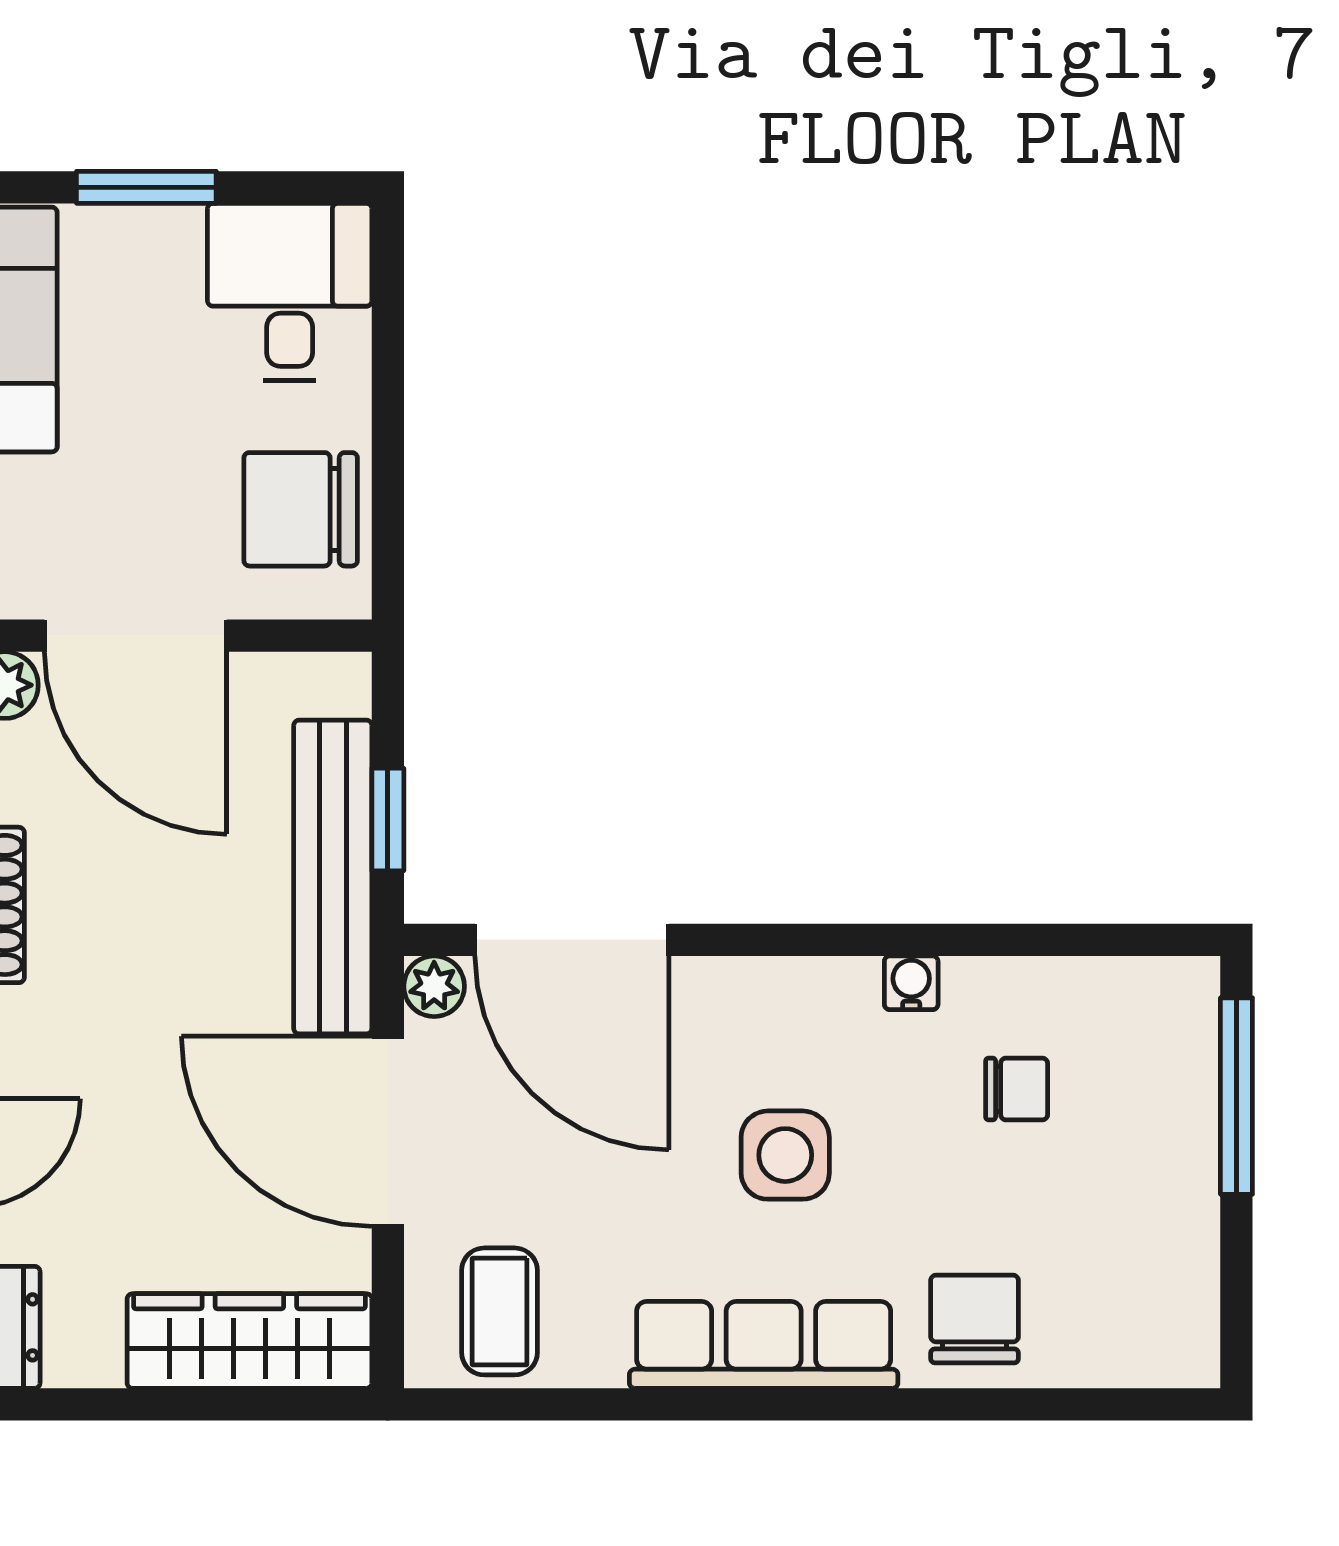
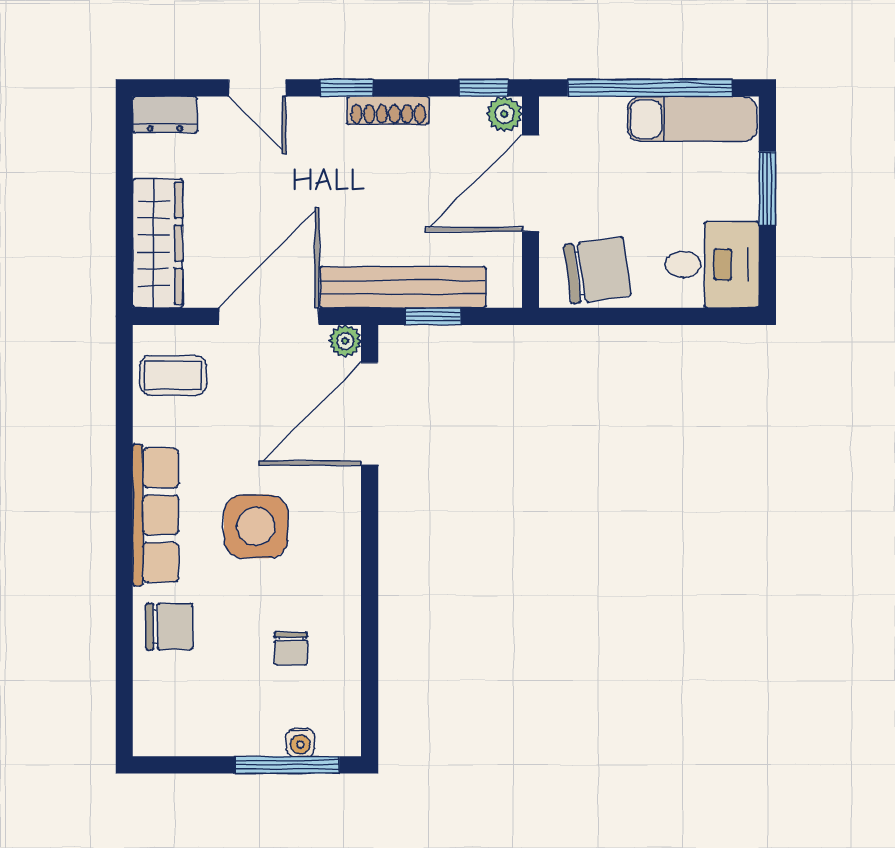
chair: (301, 509) -> (597, 270), turned 82
water cooler: (911, 983) -> (300, 742), moved, turned 90
side table: (785, 1155) -> (256, 526), width x1.37, depth x1.37

